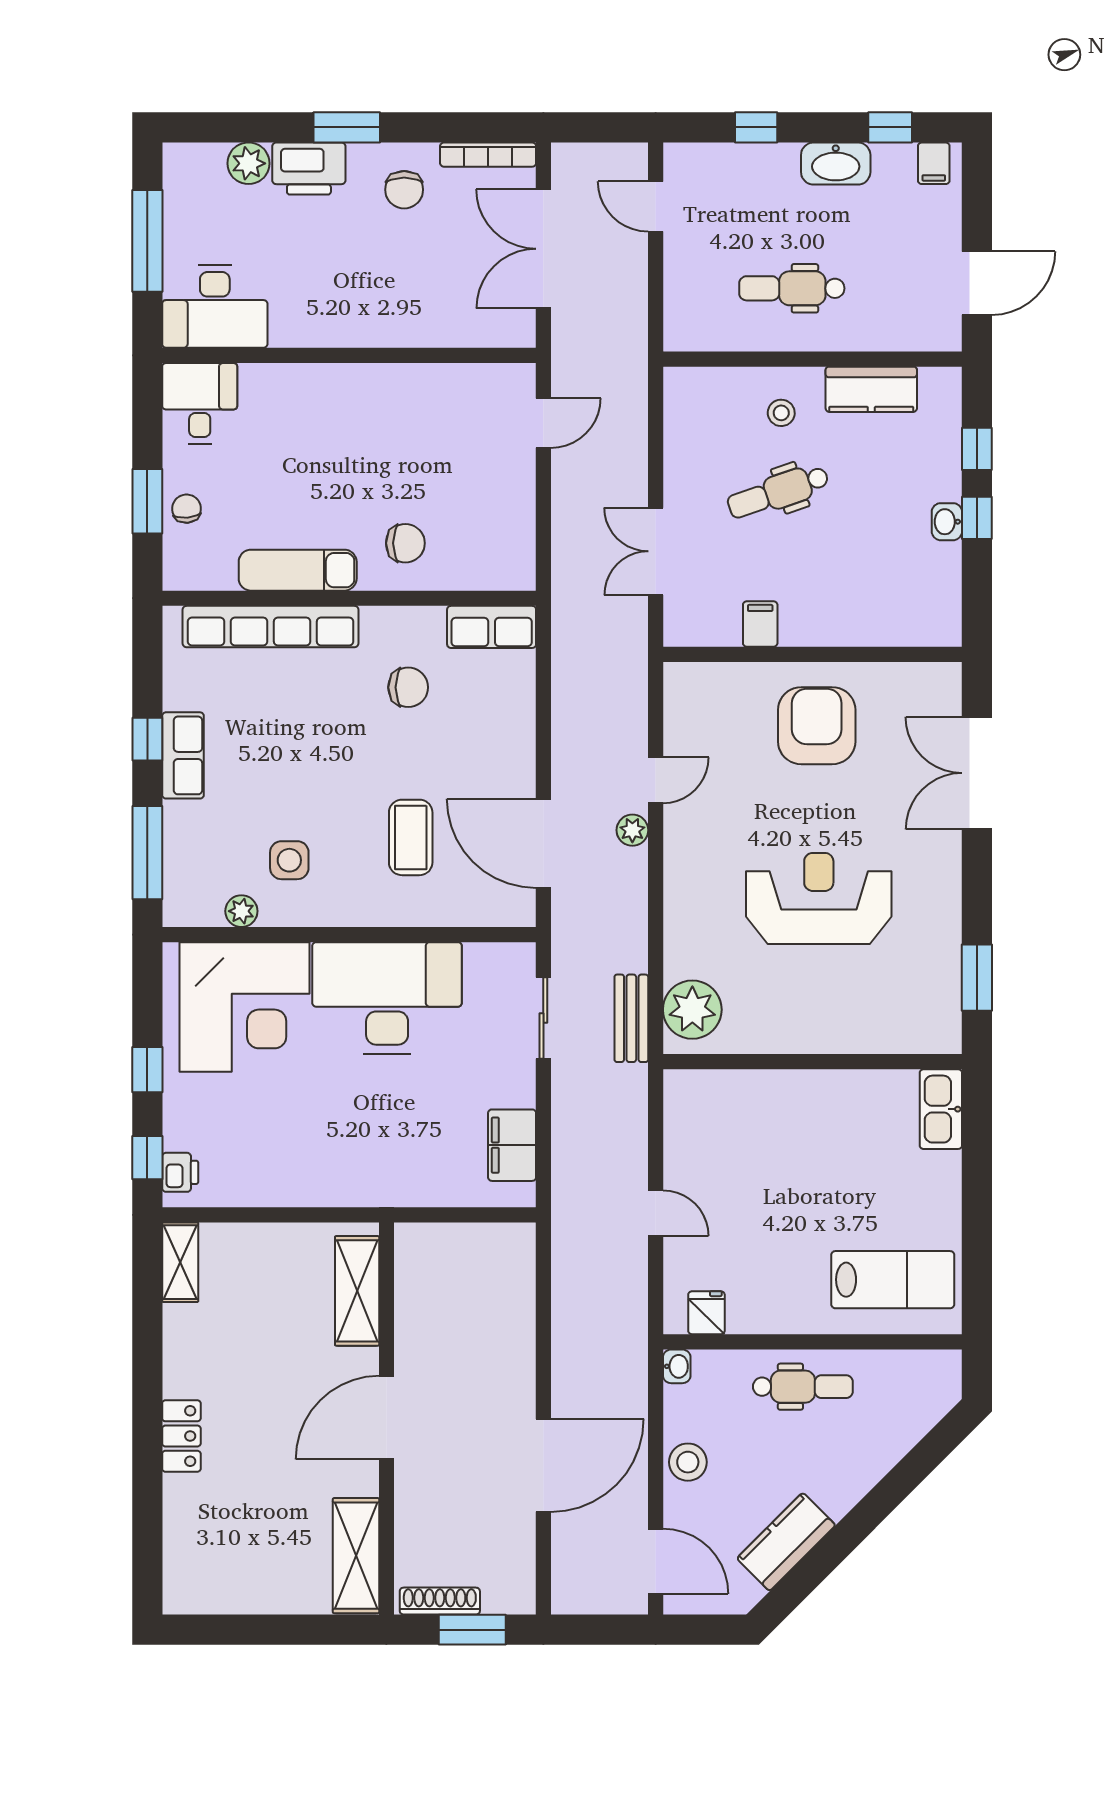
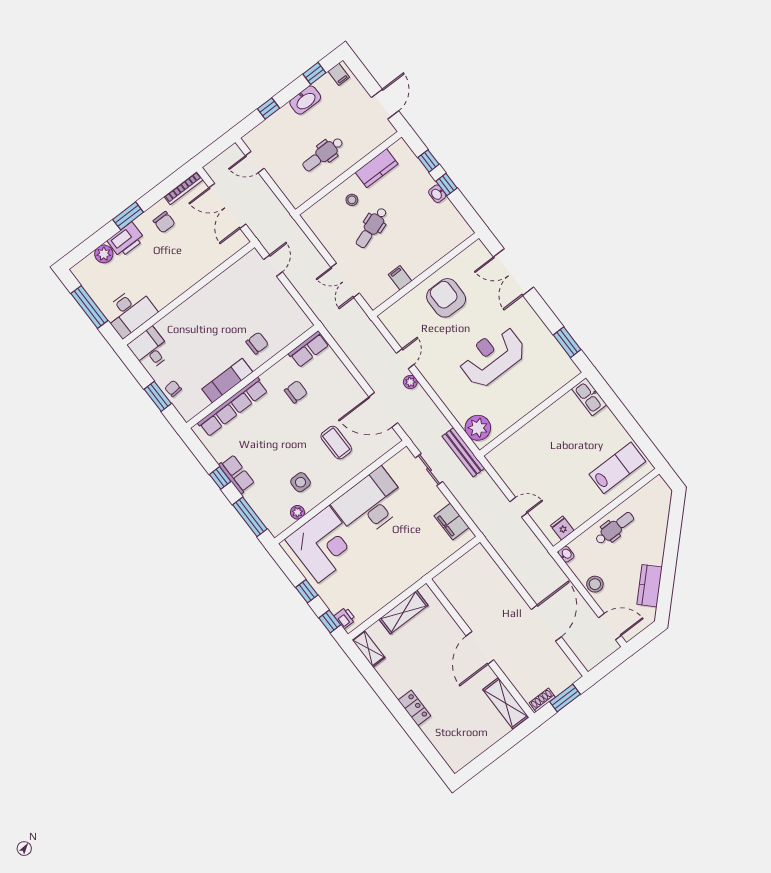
bench: (631, 1018) -> (463, 452), width x1.36
shelving: (357, 1291) -> (403, 612), moved, turned 90
shoe rack: (440, 1601) -> (542, 700), width x0.70

